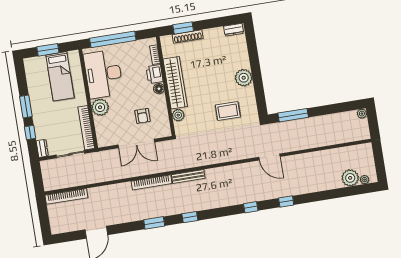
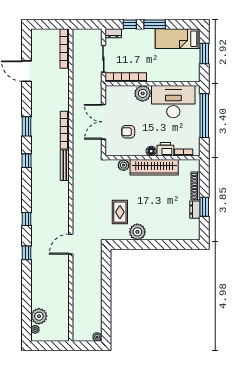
window: (183, 28) -> (204, 207), moved
dresser: (234, 30) -> (195, 210), moved
bed: (60, 76) -> (178, 39), moved
plant: (244, 78) -> (137, 232), moved
window: (293, 115) -> (106, 272), removed

